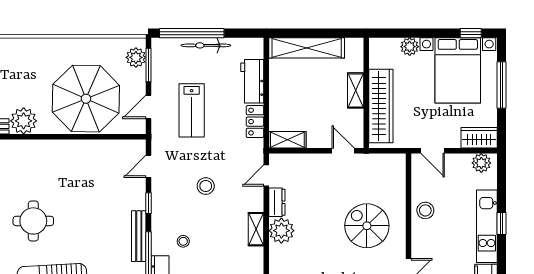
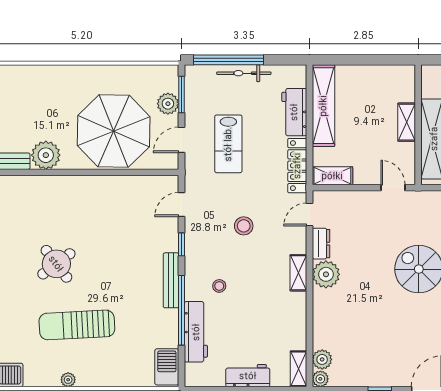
shelving: (307, 48) -> (323, 106), moved, turned 90
plant: (136, 57) -> (168, 104), moved
locker: (255, 122) -> (297, 166), width x1.53
round table: (33, 221) -> (56, 264), turned -37

